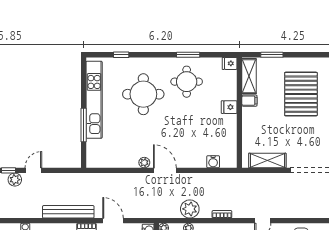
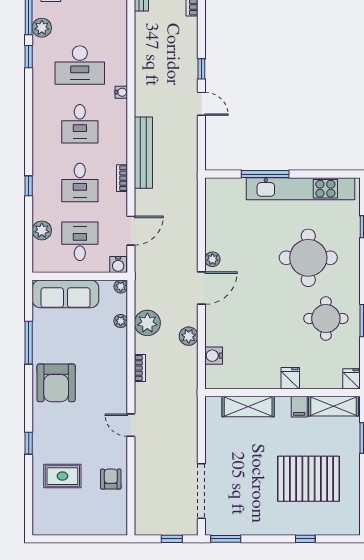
shelving: (267, 160) -> (248, 406), moved, turned 90
plant: (15, 180) -> (189, 336), moved
door: (113, 221) -> (131, 231), moved

